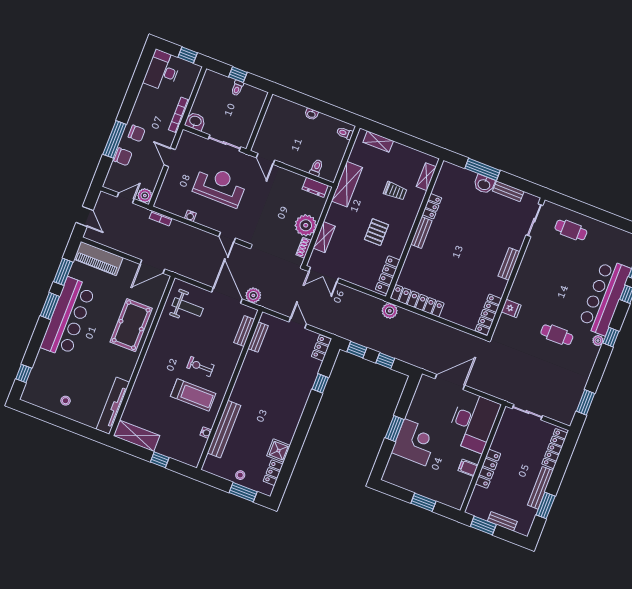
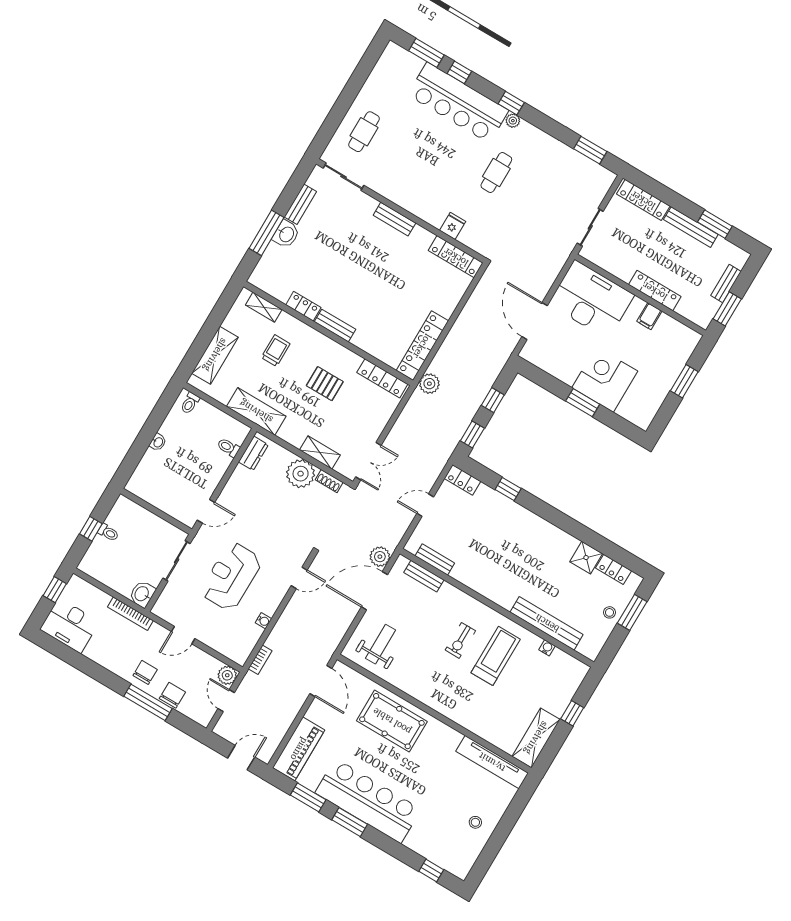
shelving: (378, 142) -> (215, 355), width x1.50, depth x1.33

